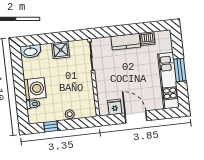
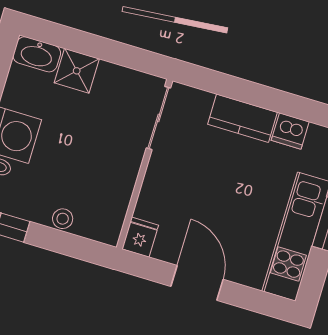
shower: (61, 50) -> (77, 71), moved
fridge: (115, 107) -> (140, 237), moved

